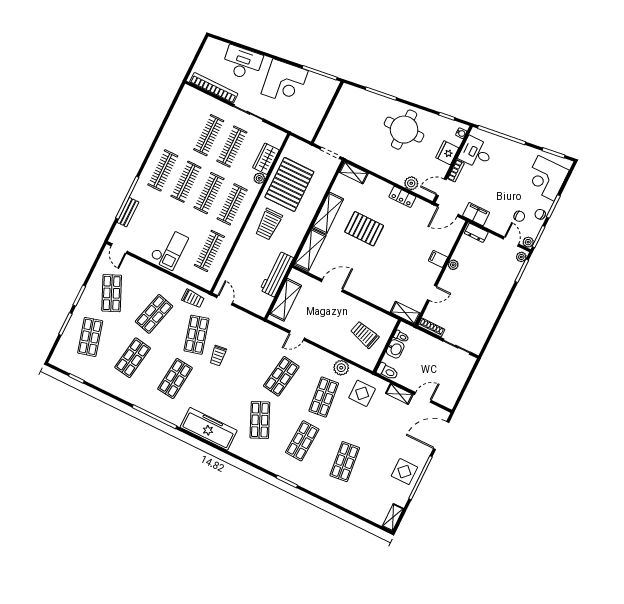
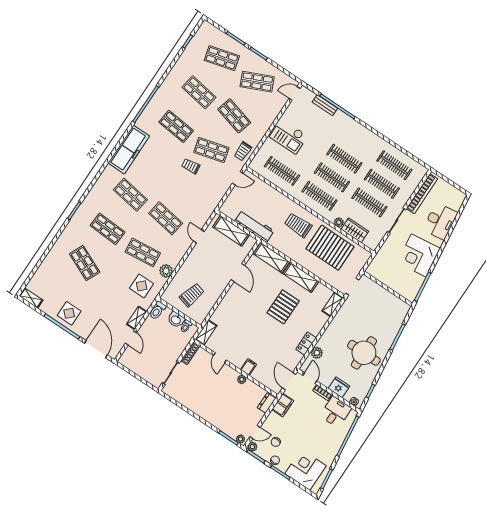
clothes rail: (163, 170) -> (394, 165), moved
shop shelf: (260, 420) -> (130, 195), turned 33
shop shelf: (345, 462) -> (85, 263), turned 30

